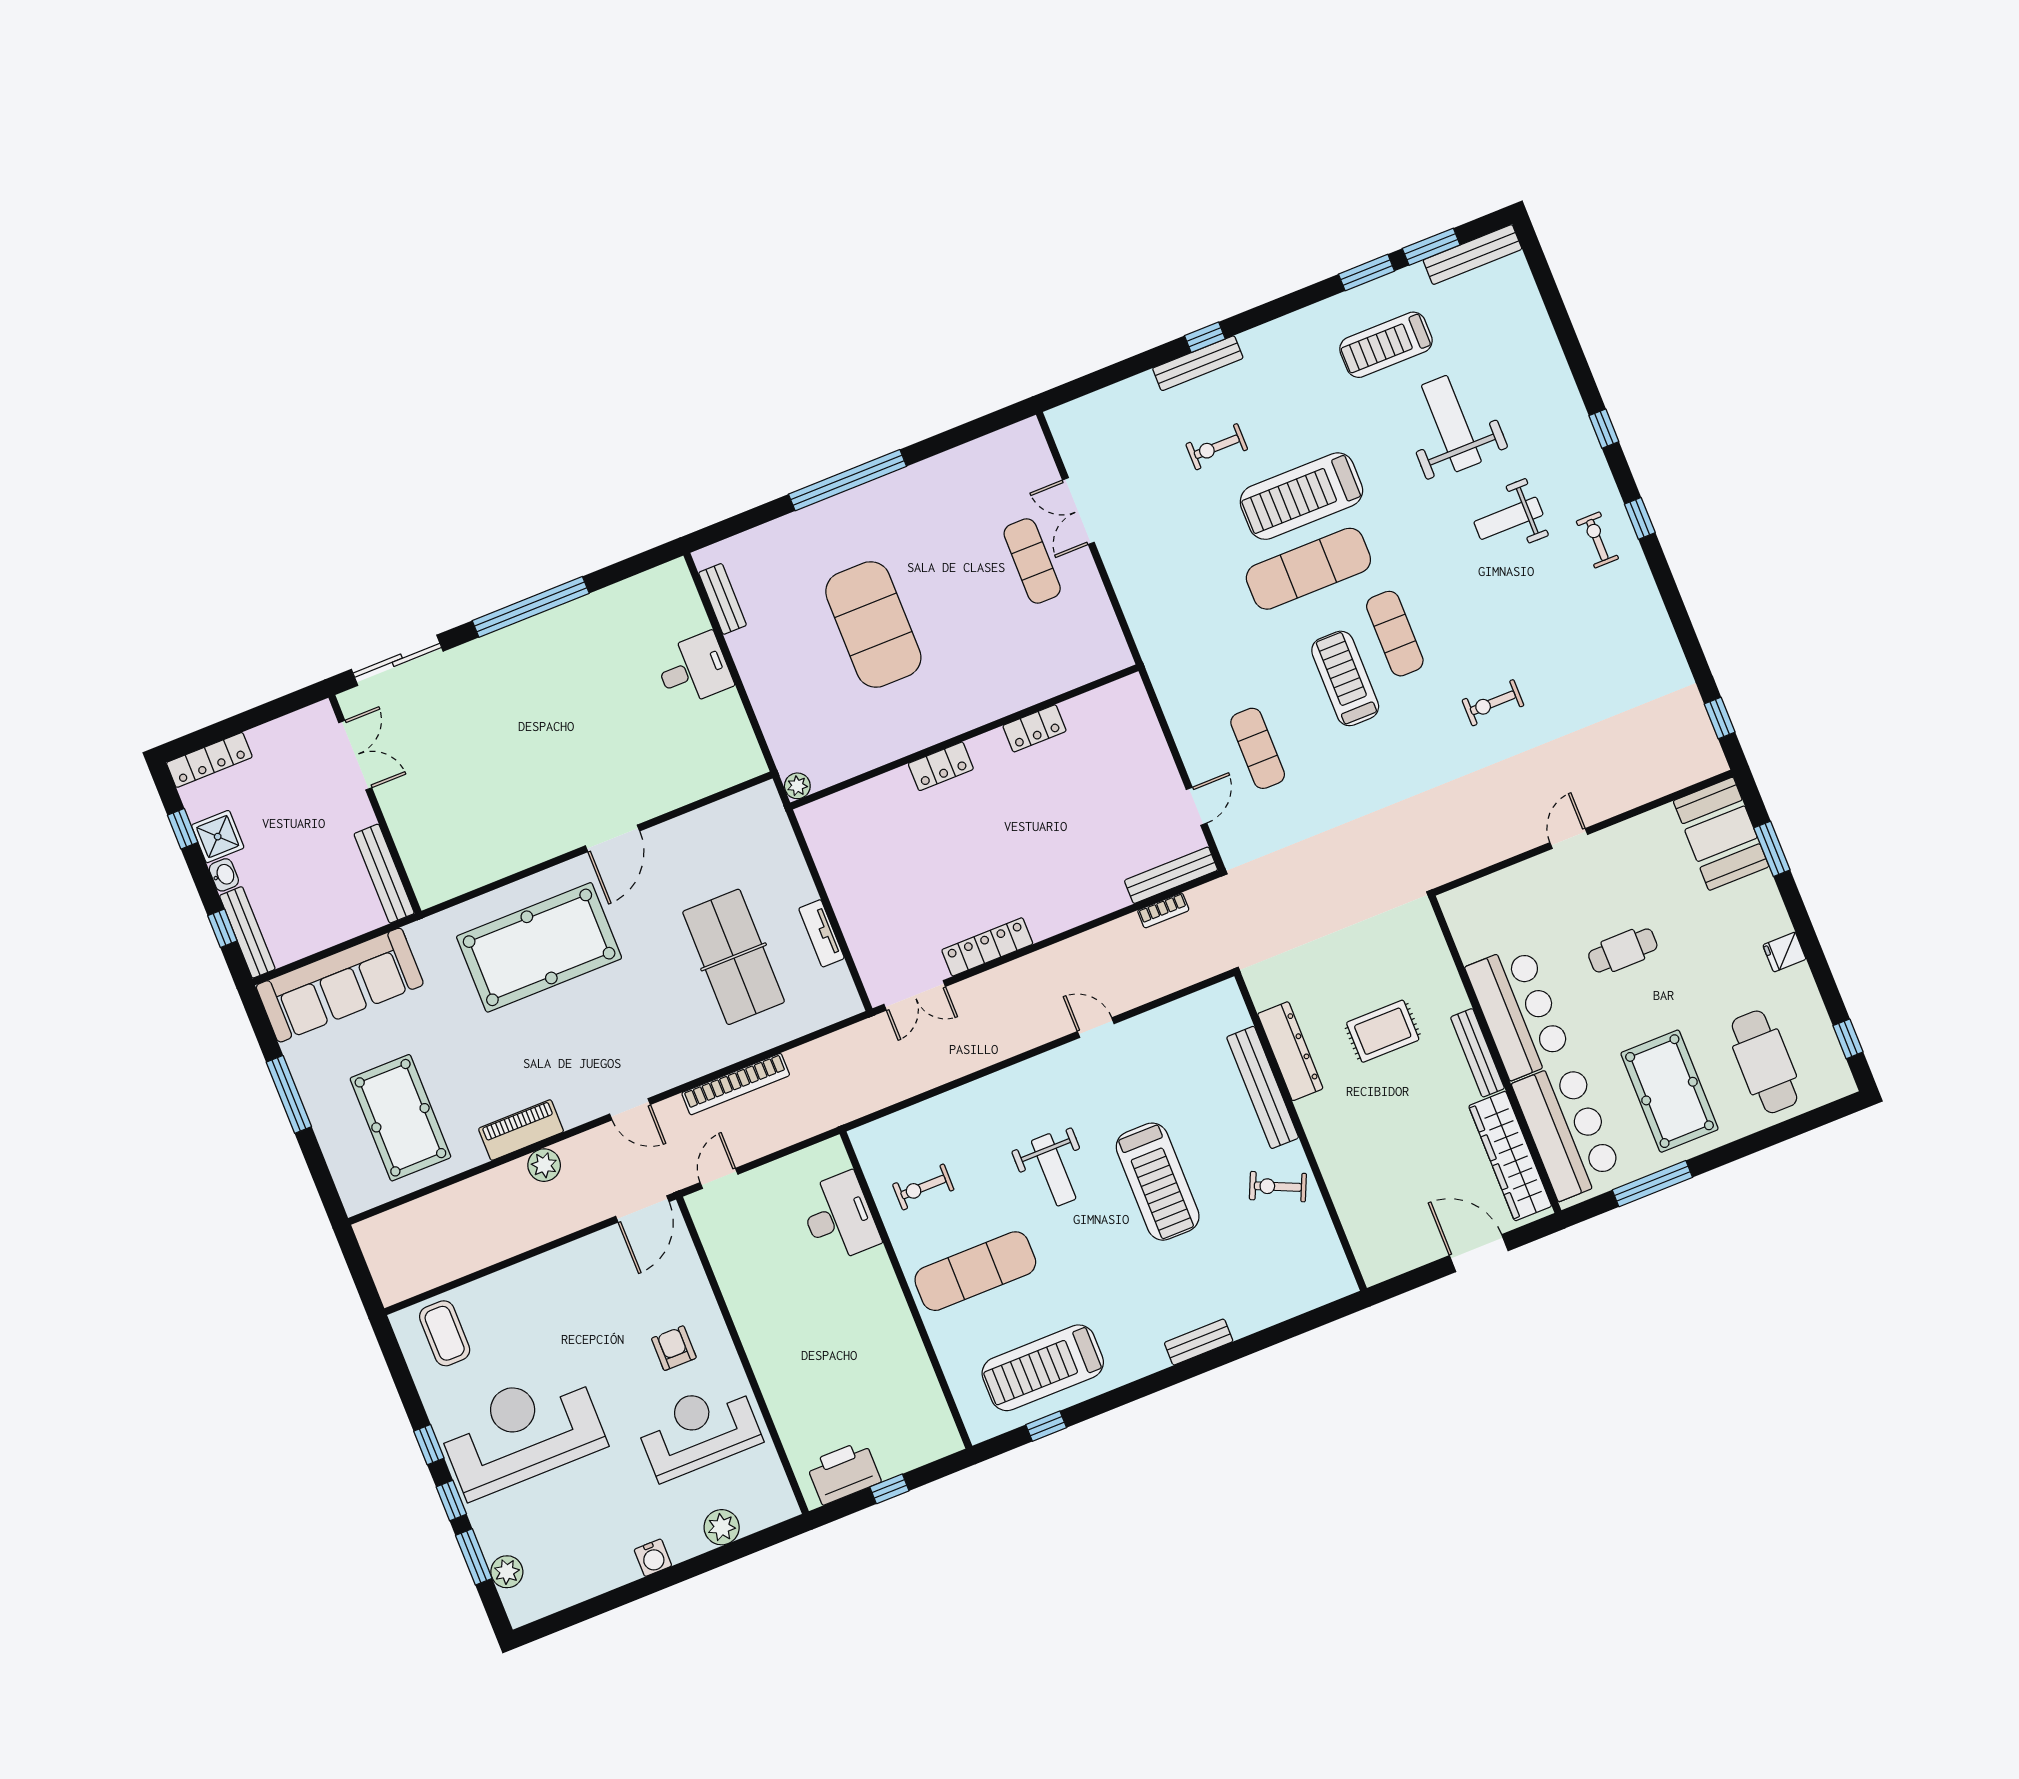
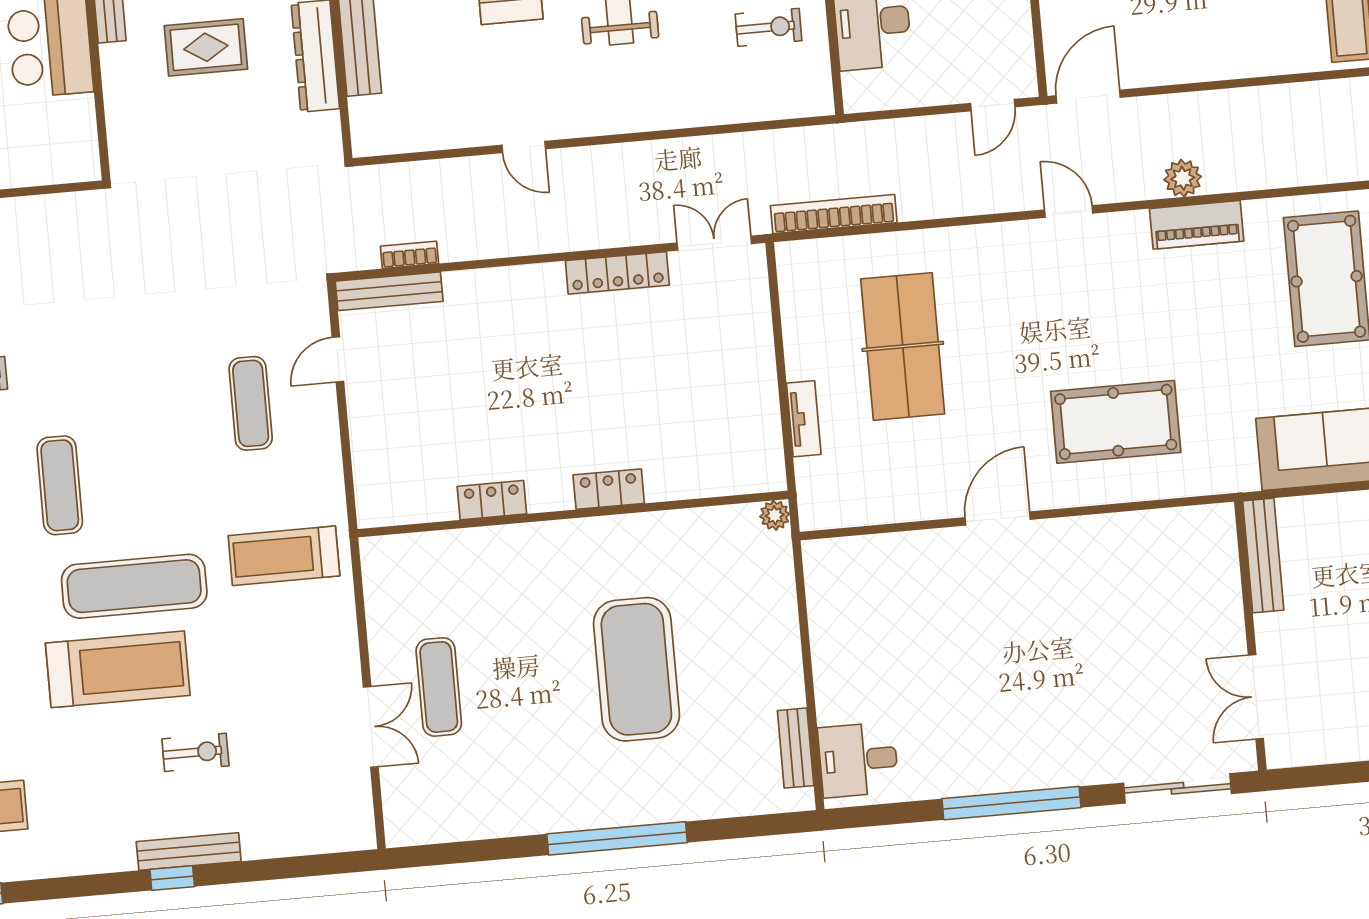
desk: (694, 669) -> (858, 760), moved
treadmill: (1345, 678) -> (284, 556), moved, turned 90
tv unit: (821, 933) -> (804, 419), moved
pool table: (539, 947) -> (1116, 422), width x0.73, depth x0.76
bookcase: (736, 1084) -> (834, 214), moved

